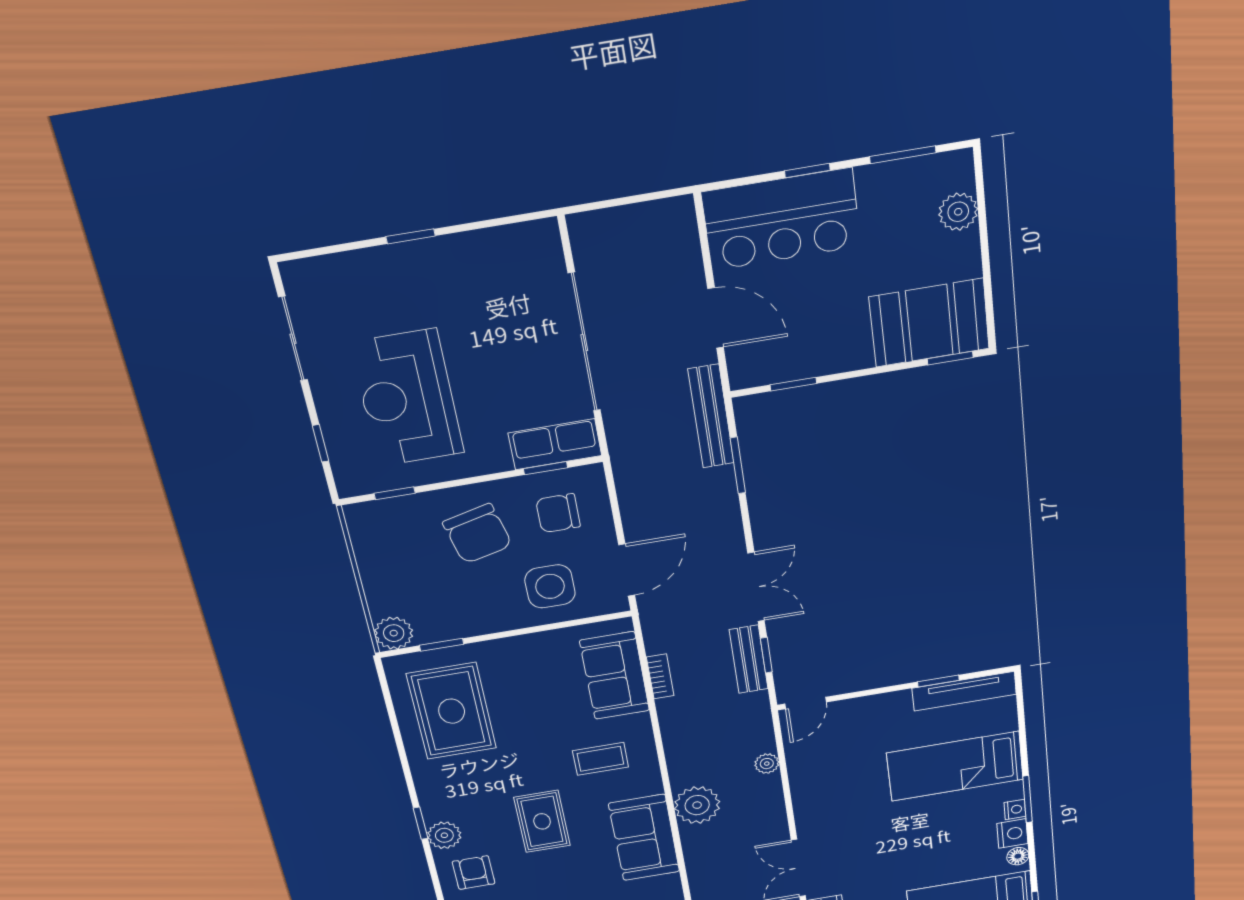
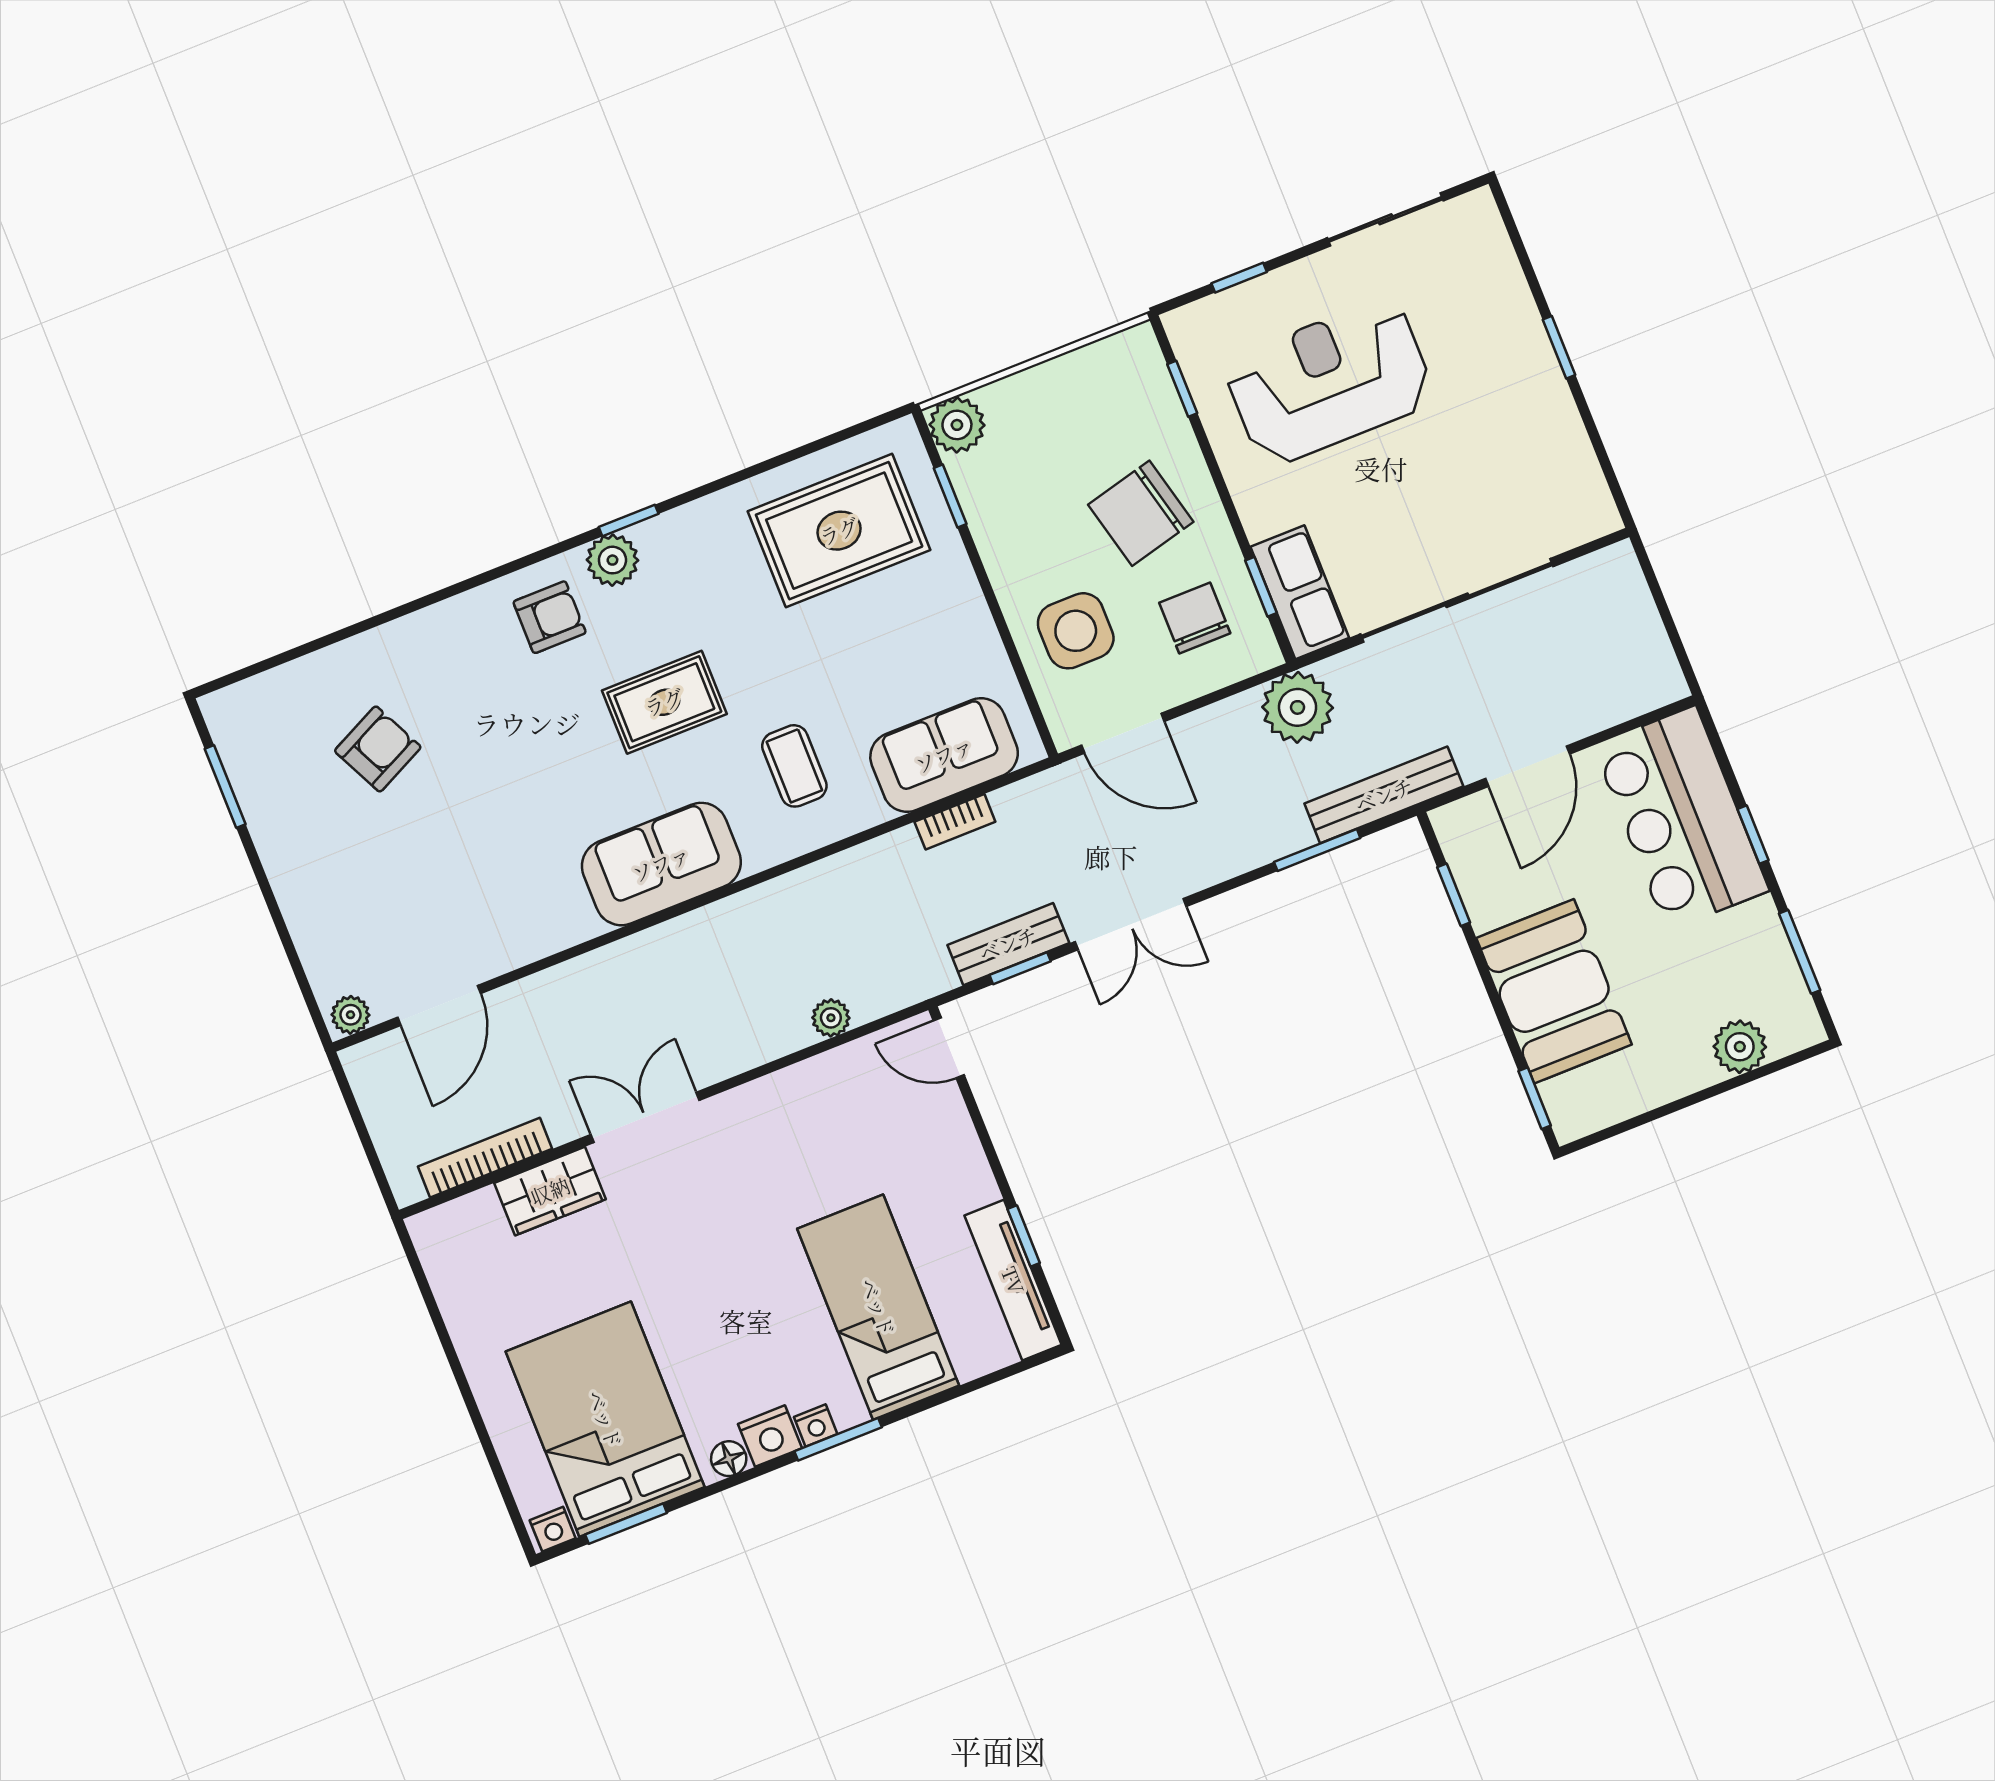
booth: (929, 323) -> (1554, 991), moved
plant: (697, 805) -> (1298, 707), moved

